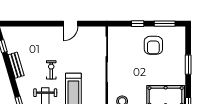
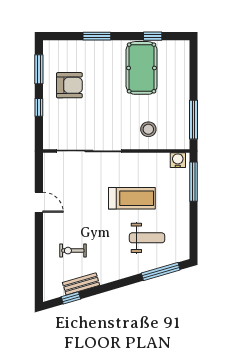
bench: (16, 65) -> (81, 284), moved
exercise bike: (51, 70) -> (73, 251), moved

